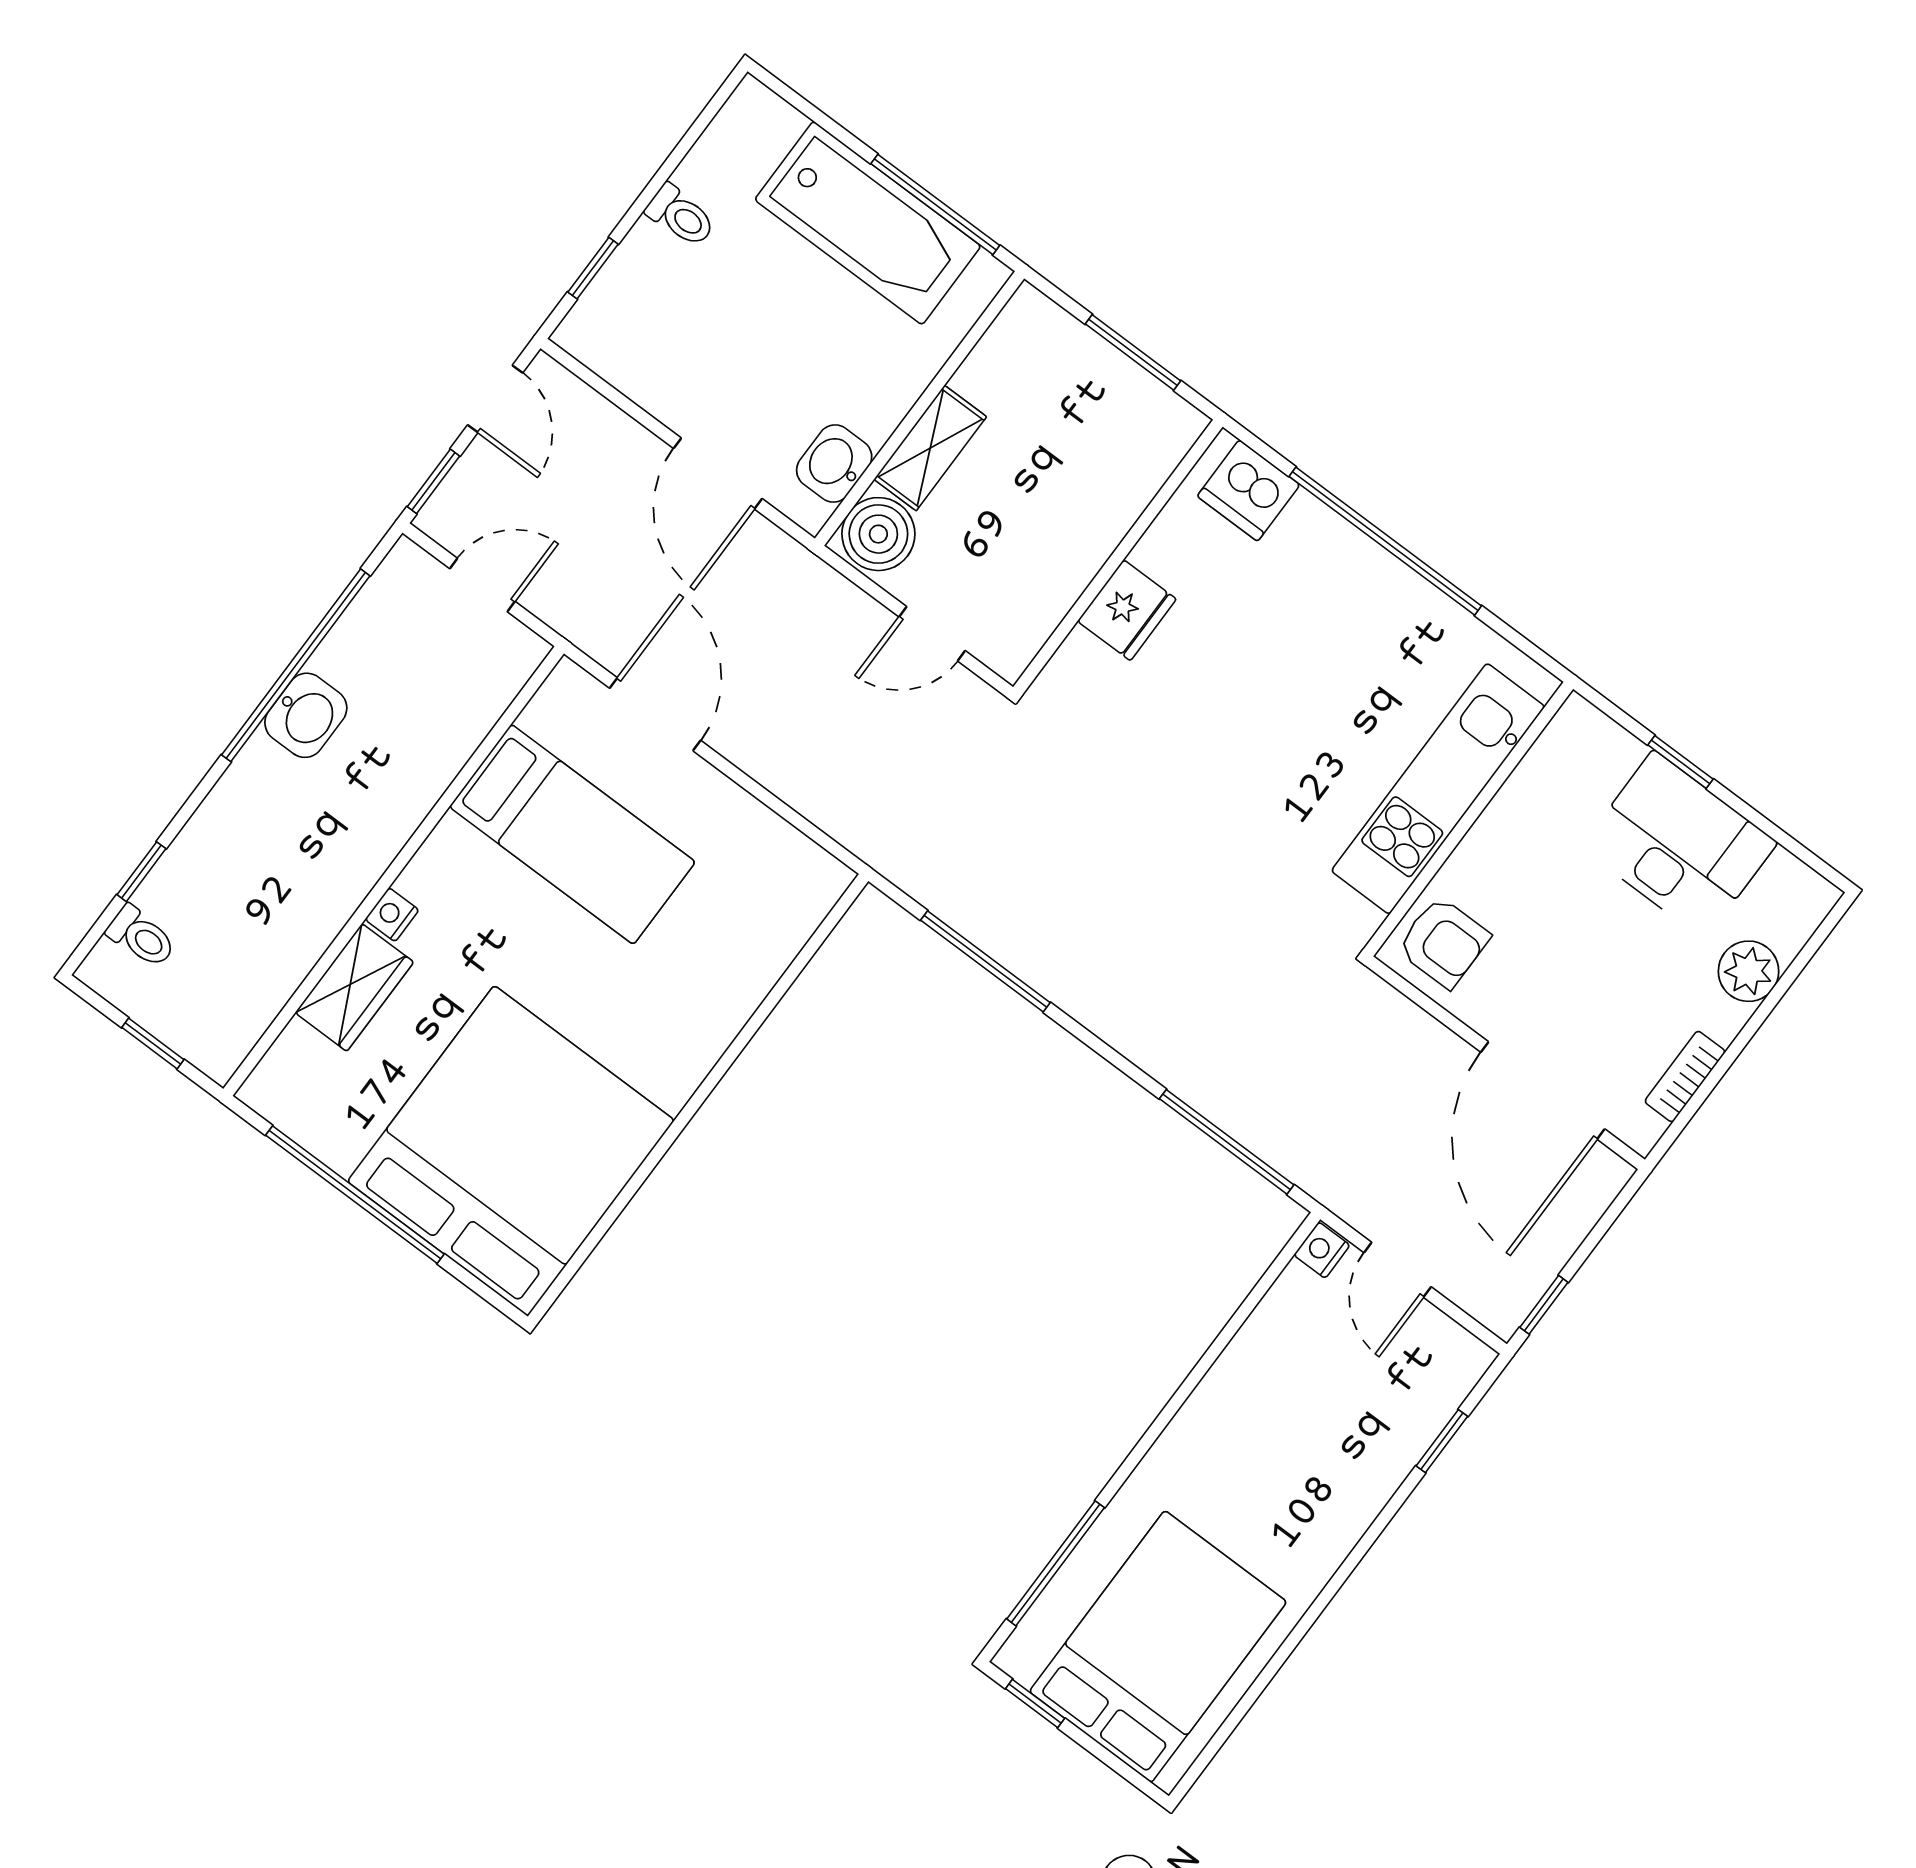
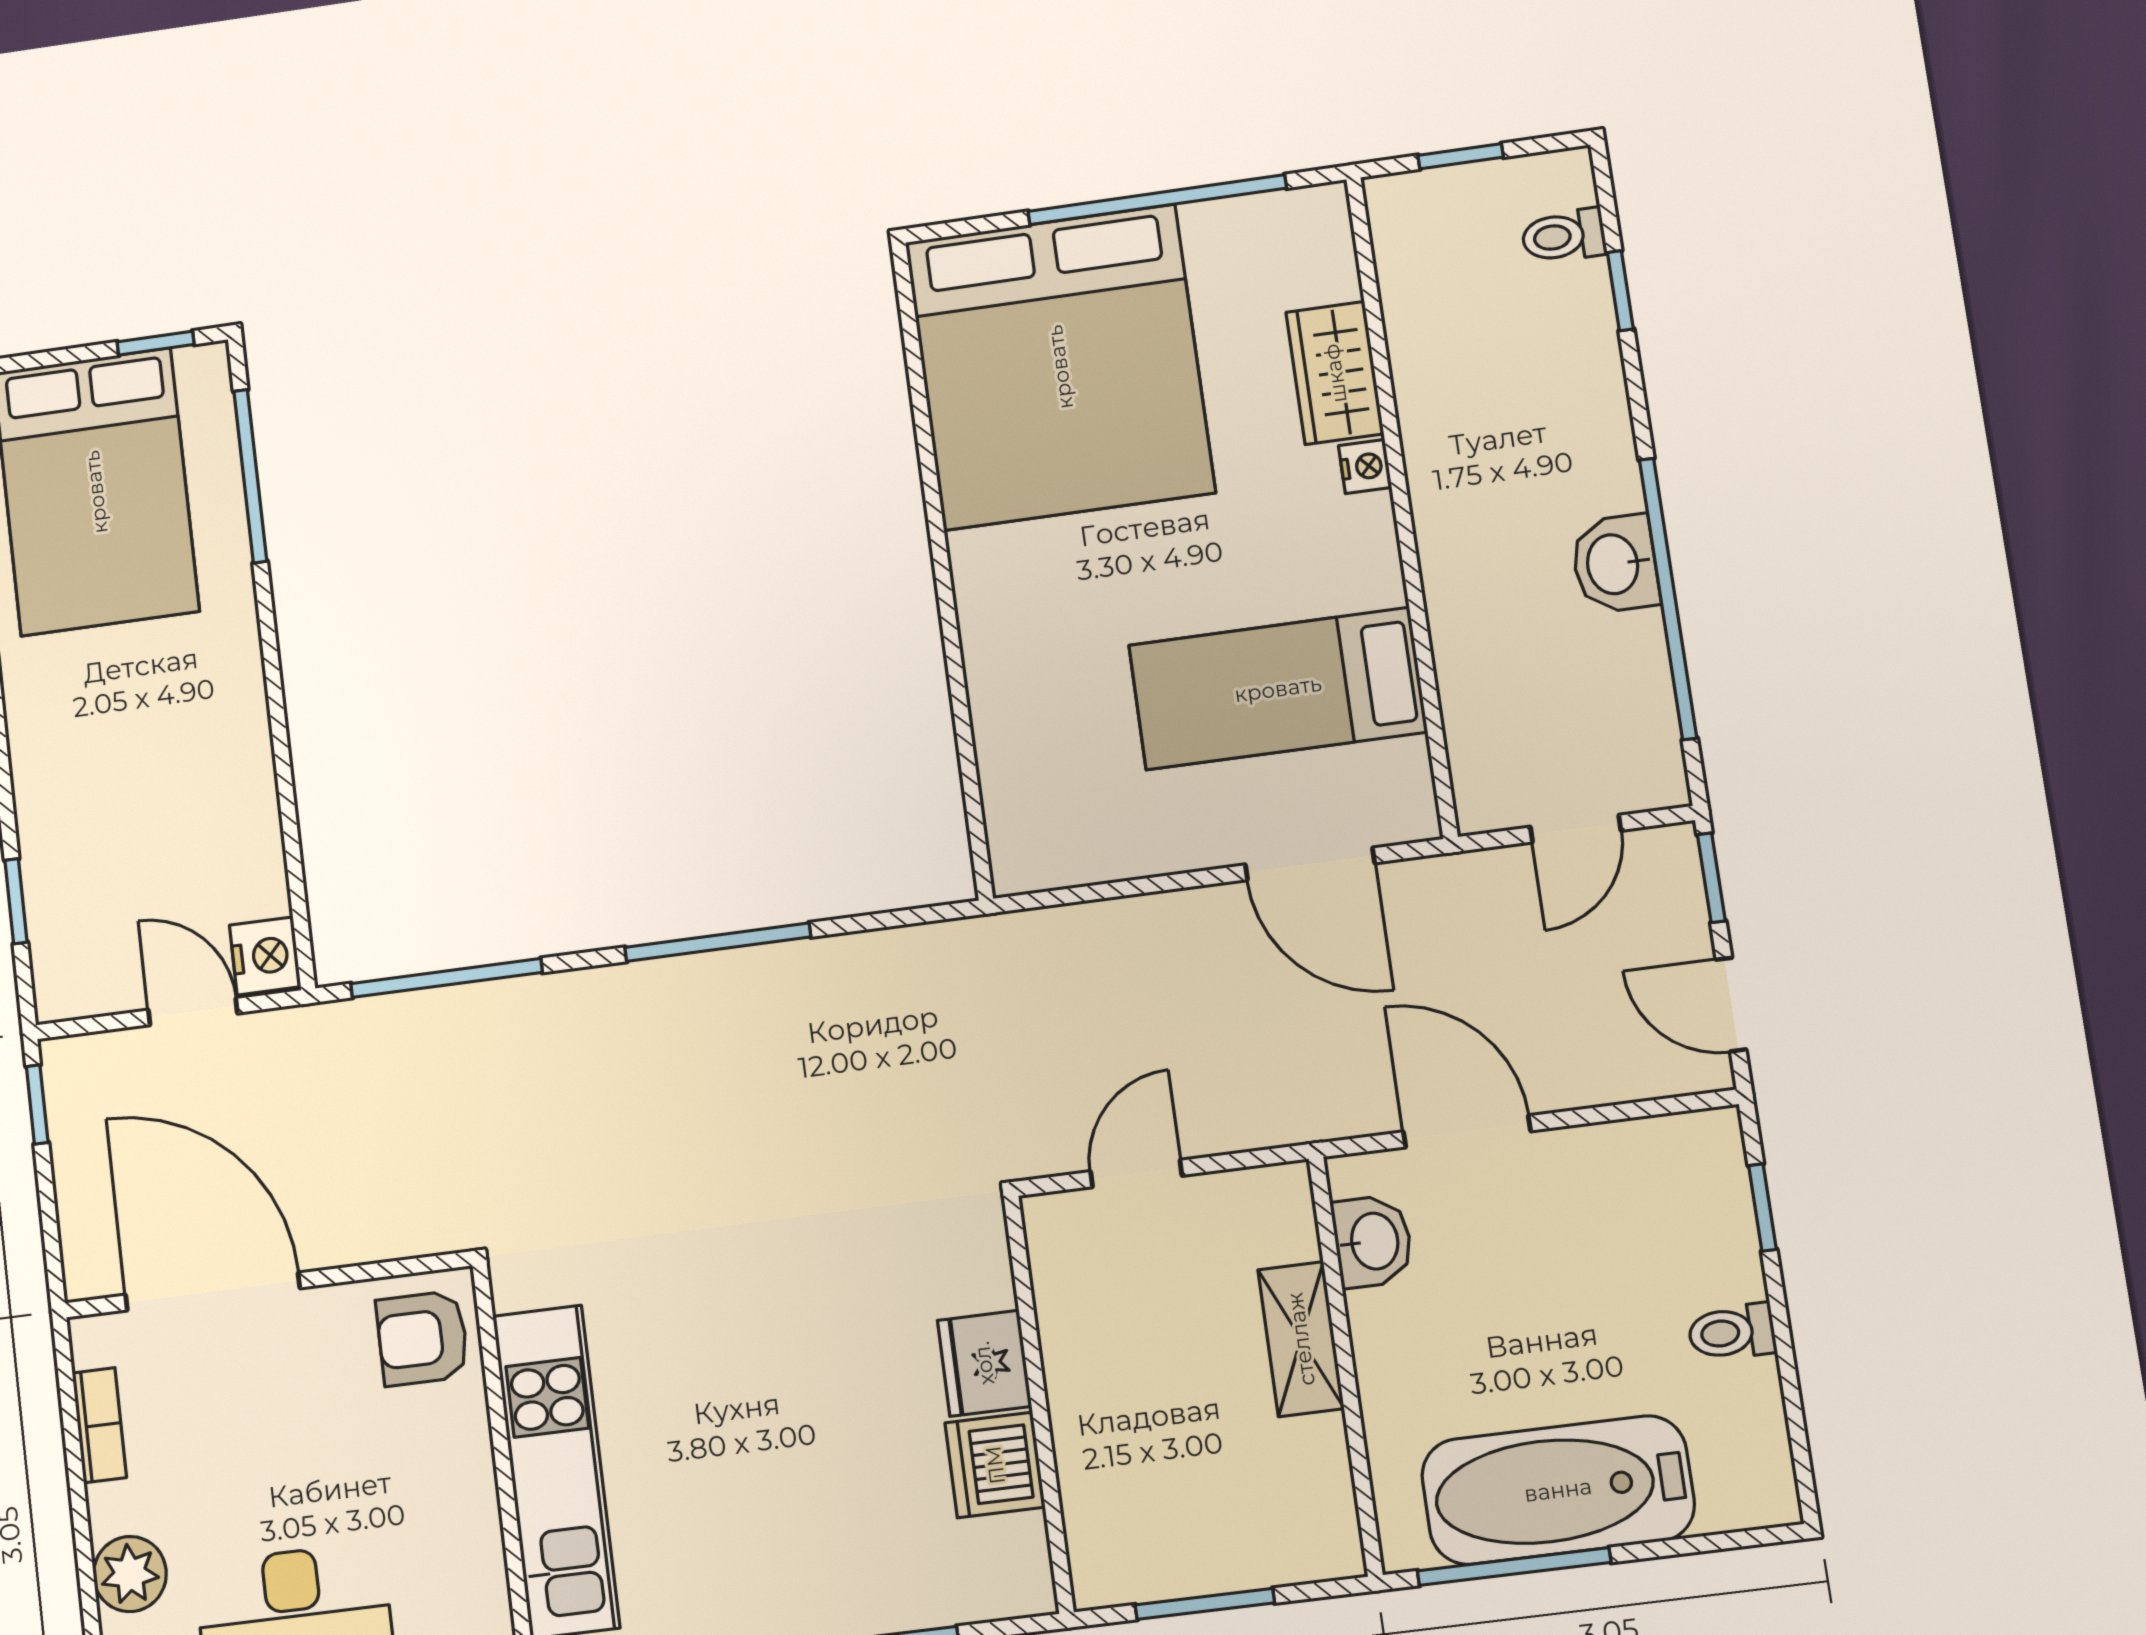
dishwasher: (1249, 490) -> (995, 1465), moved, turned -90
boiler: (878, 534) -> (1271, 1216), removed
window: (985, 961) -> (718, 942), moved
nightstand: (1322, 1250) -> (265, 956), width x1.39, depth x1.35

